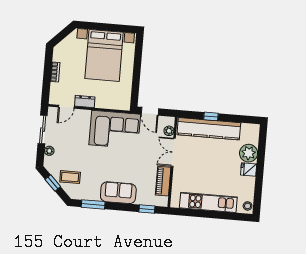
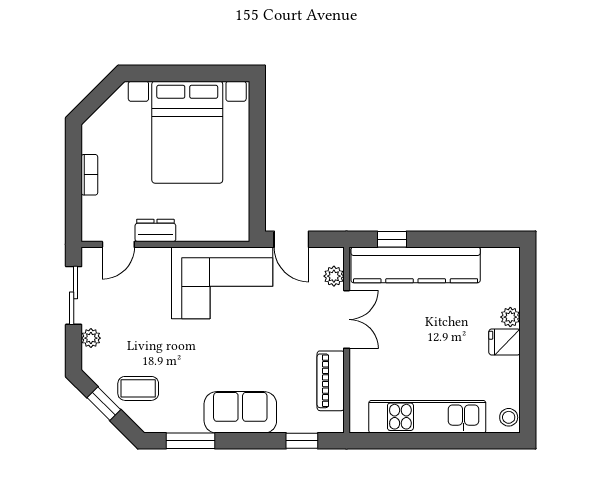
window: (211, 116) -> (392, 239), moved
double door: (173, 152) -> (347, 319), swing flipped
plant: (249, 153) -> (510, 317), width x0.53, depth x0.53

